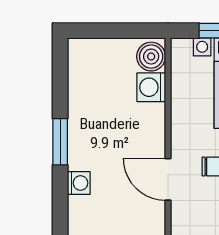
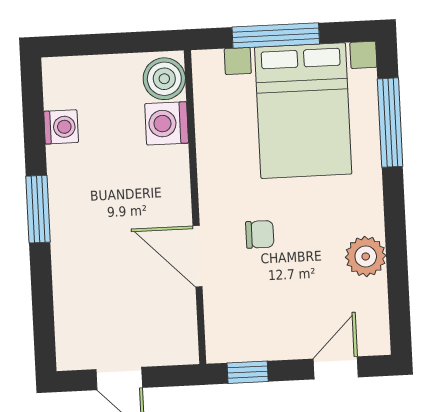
washing machine: (79, 183) -> (61, 127), moved

